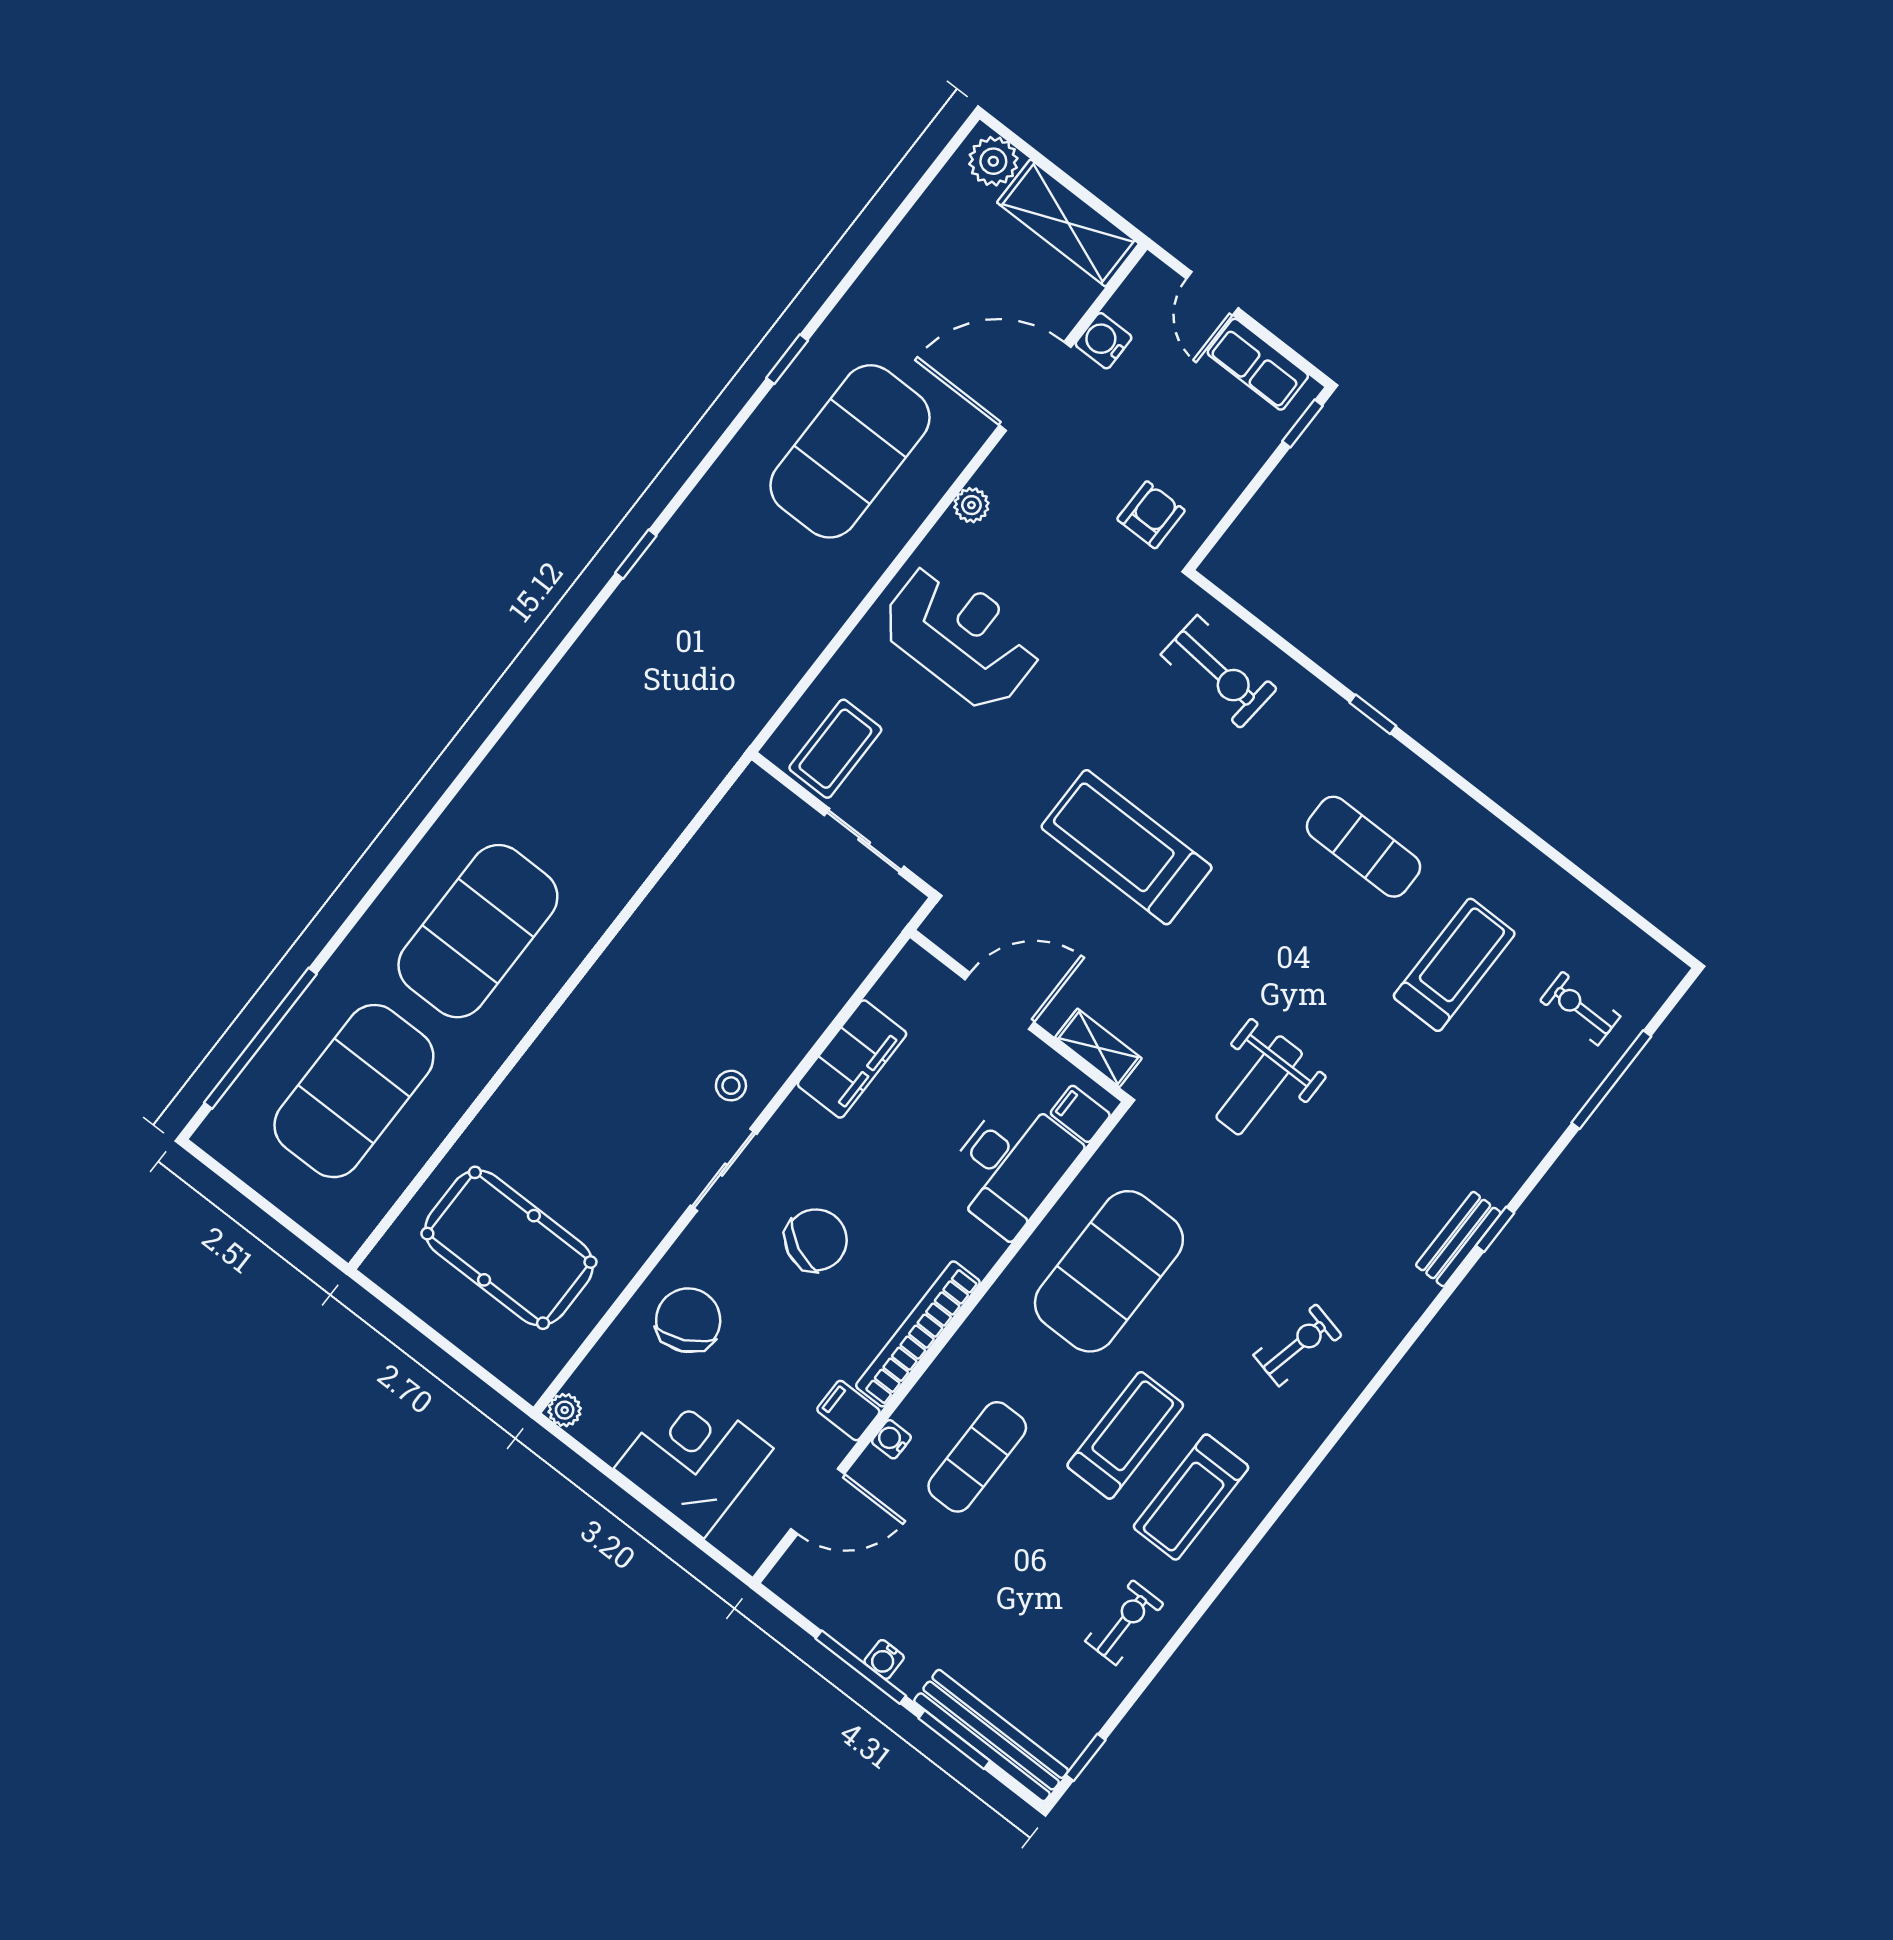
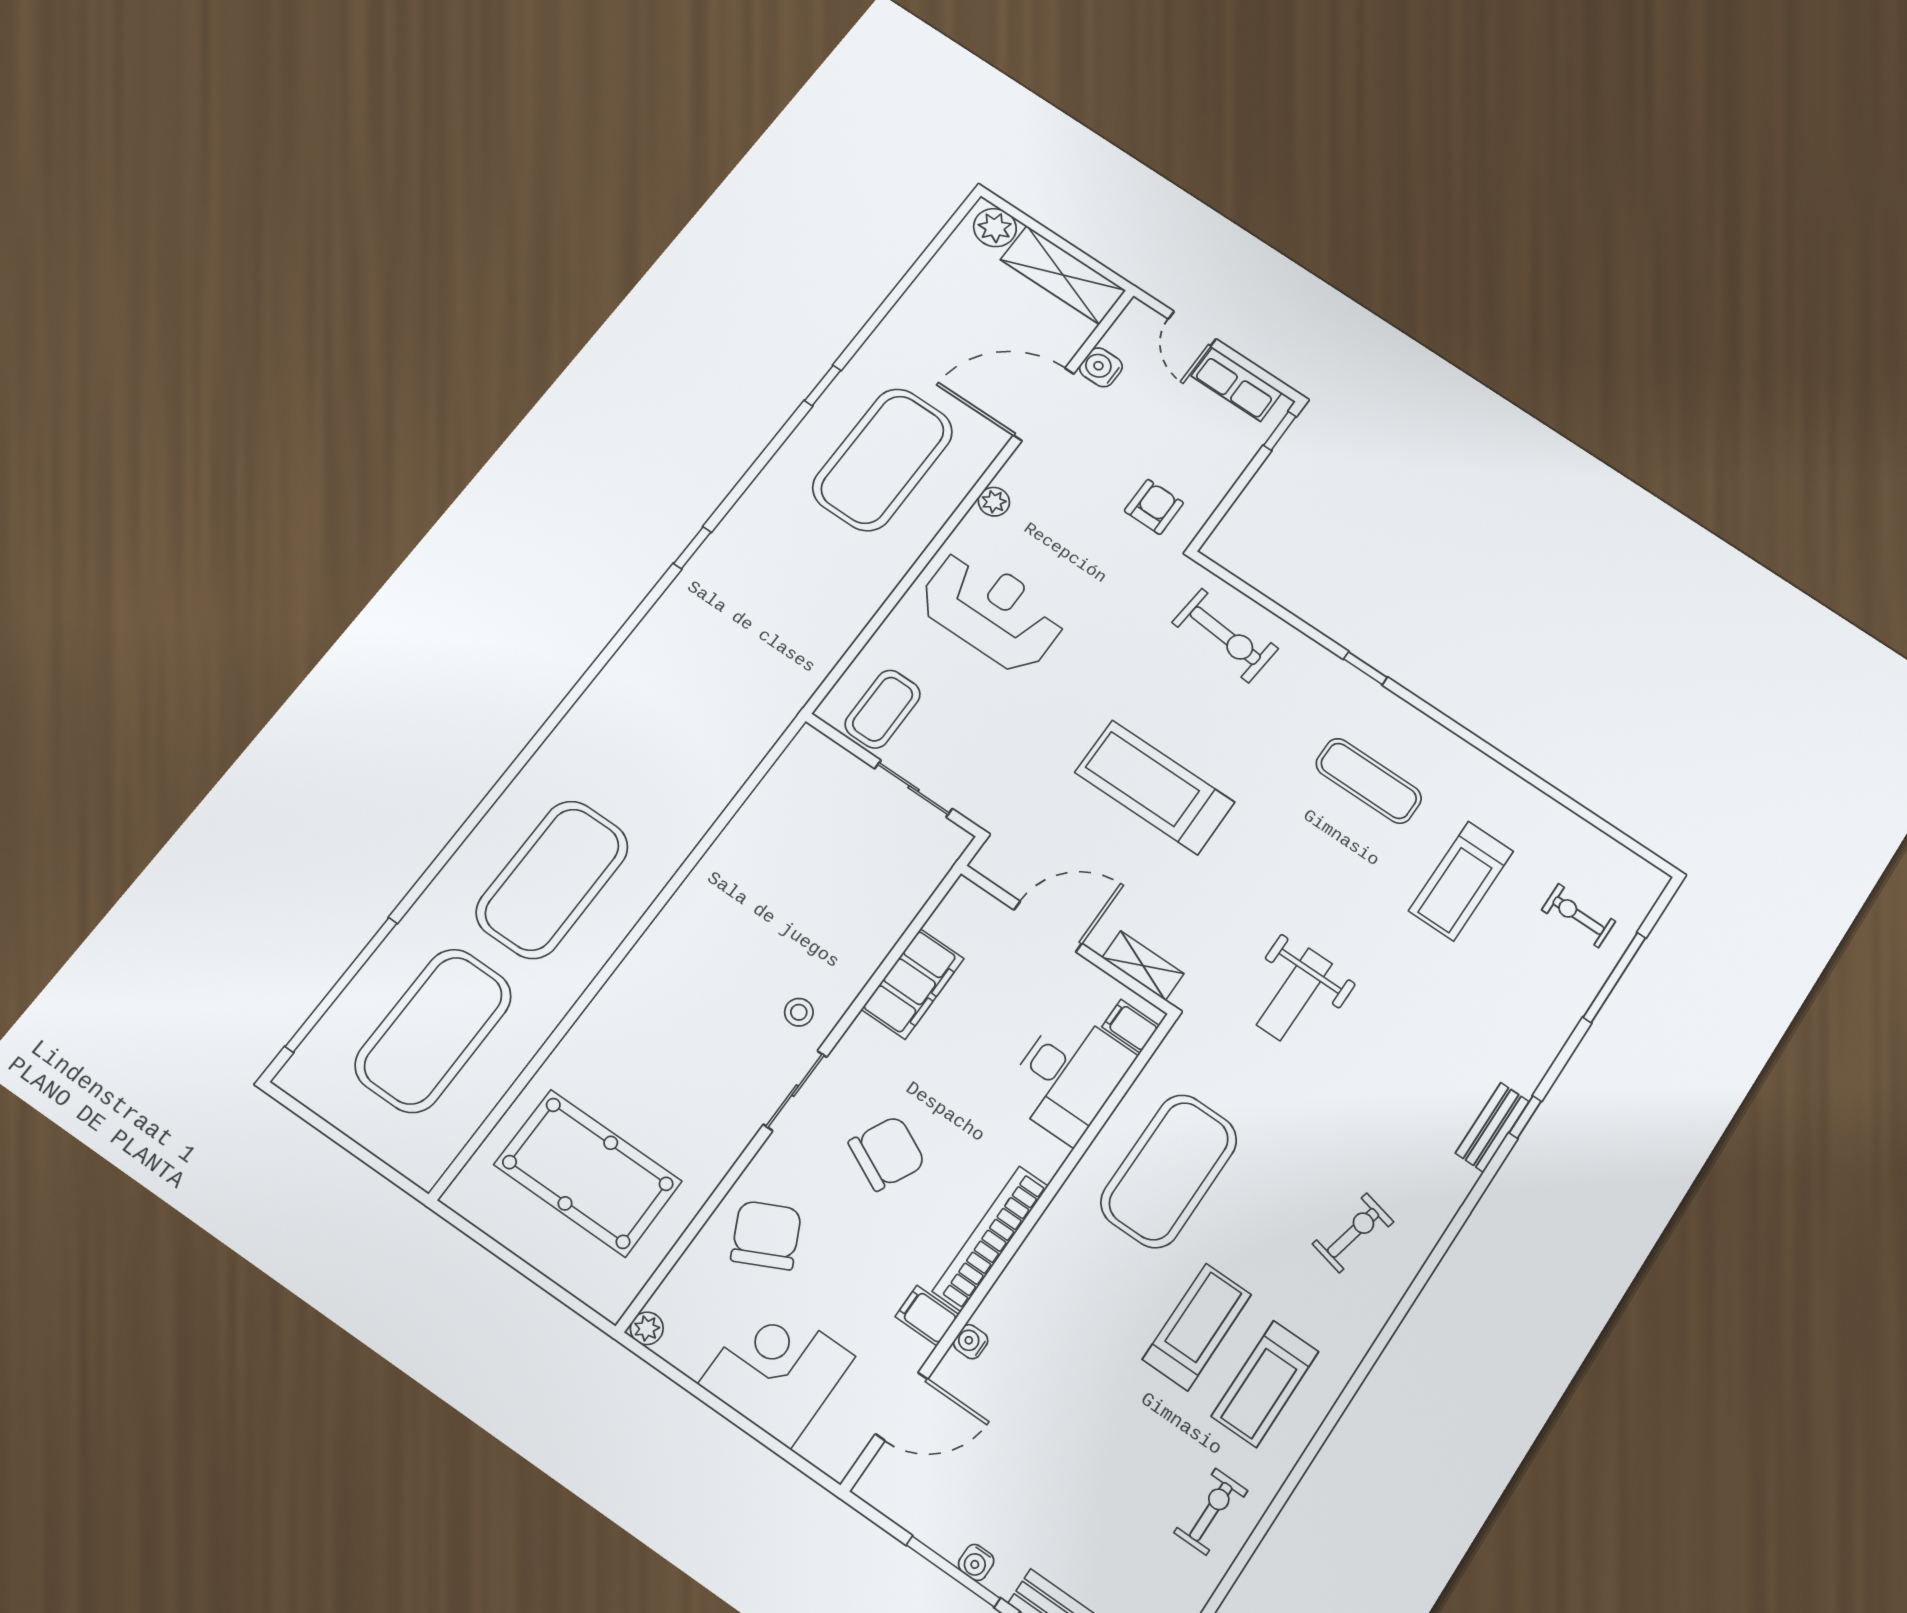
treadmill: (1454, 965) -> (1461, 881), turned 180
exercise mat: (977, 1457) -> (1055, 1355), removed

